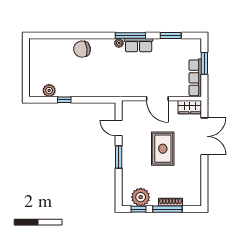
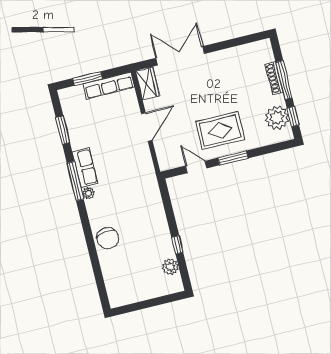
door: (119, 128) -> (196, 167), swing flipped
rug: (163, 149) -> (220, 131), moved

